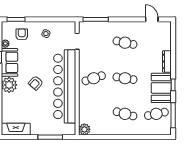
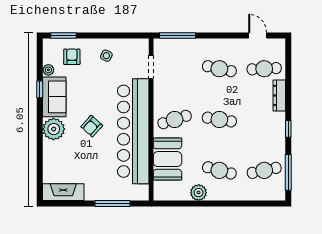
cafe table: (156, 43) -> (264, 69), added
booth: (161, 88) -> (167, 159), moved
plant: (84, 129) -> (199, 193), moved

